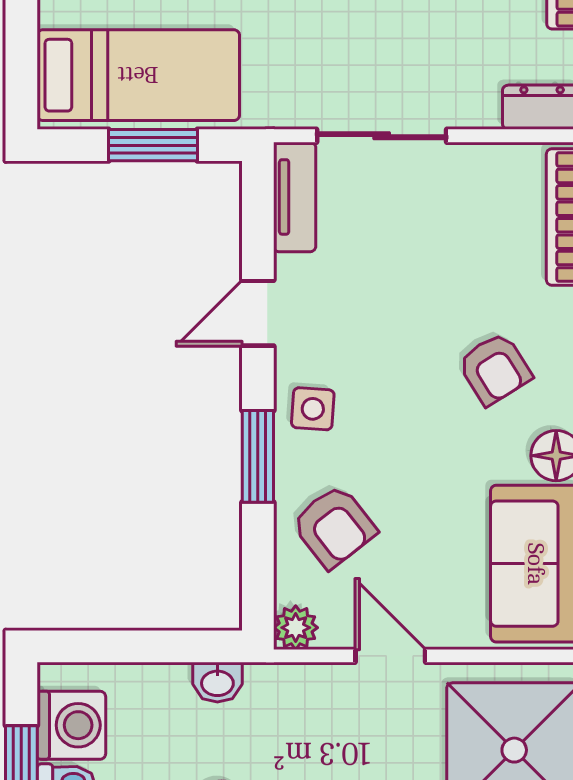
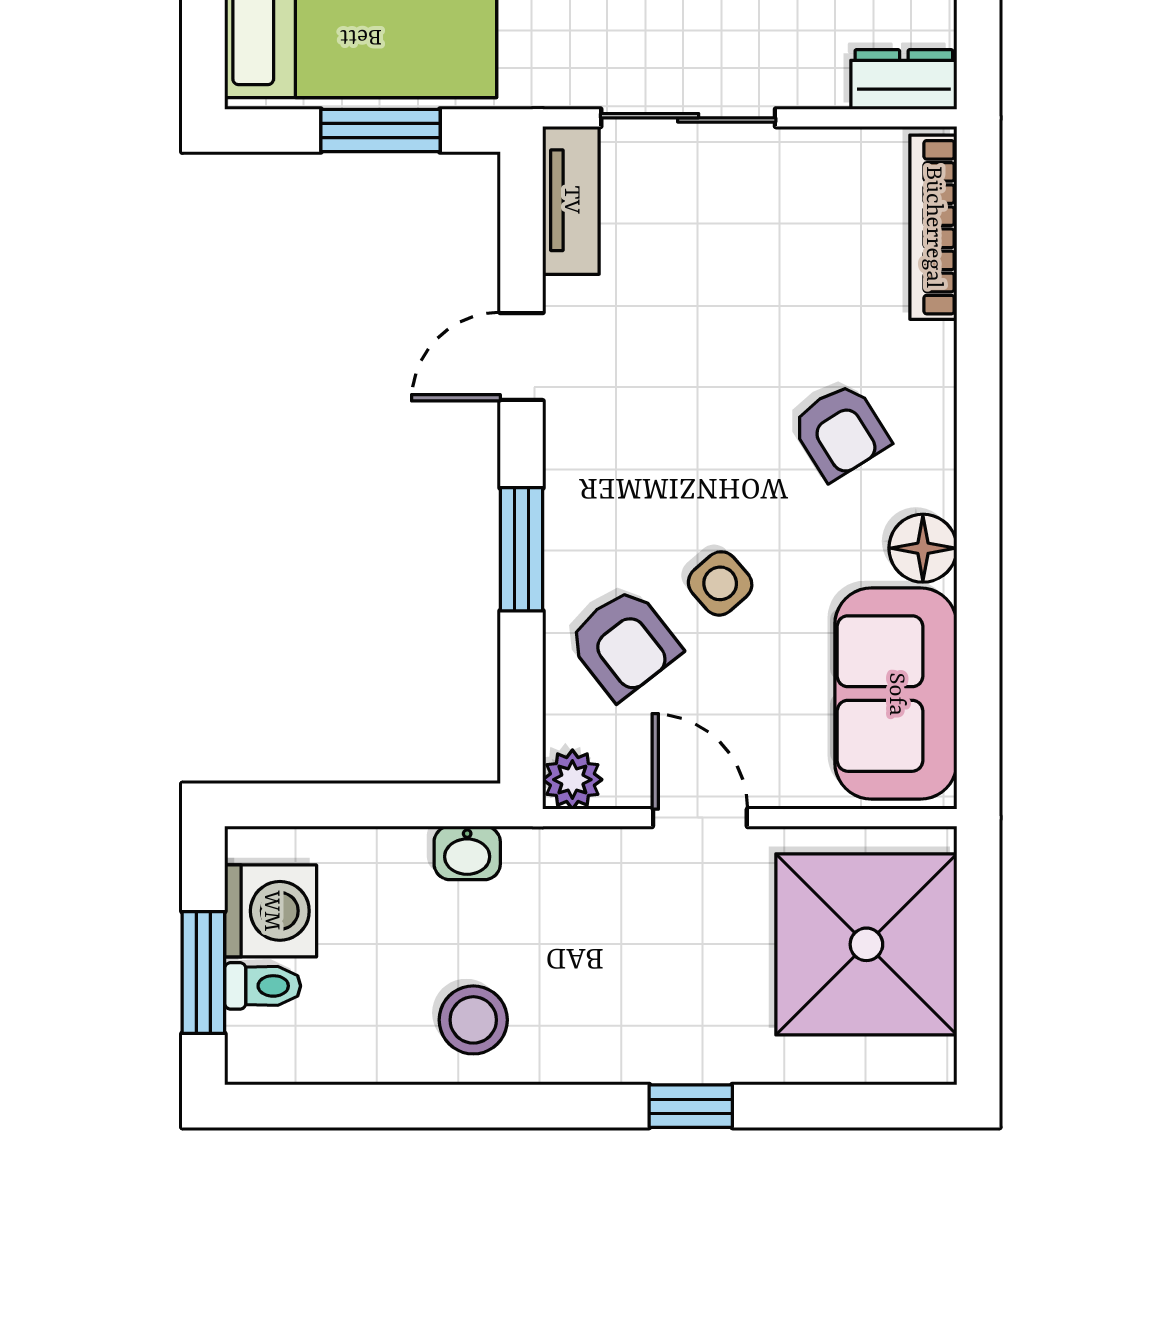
side table: (313, 409) -> (720, 583), moved, turned 45

